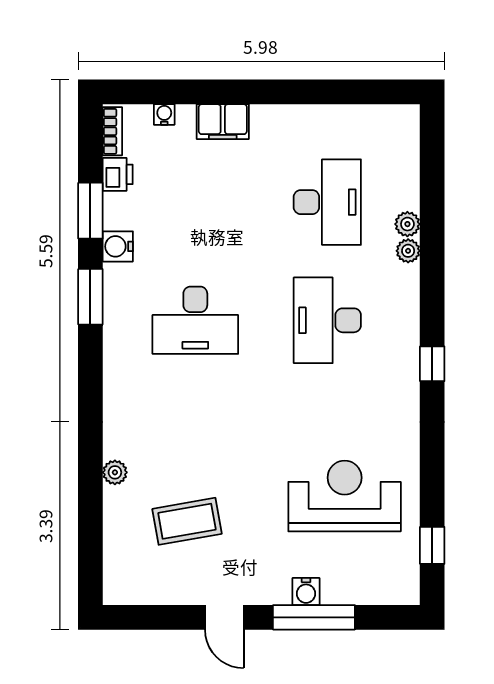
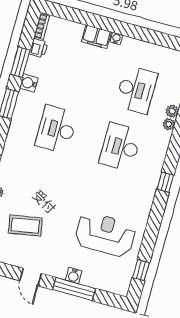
water cooler: (164, 114) -> (116, 38), moved
desk: (195, 320) -> (56, 129), turned 90

